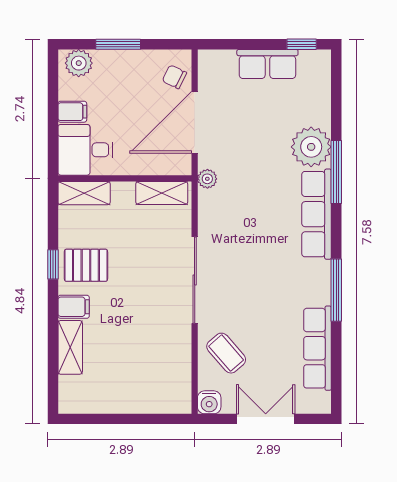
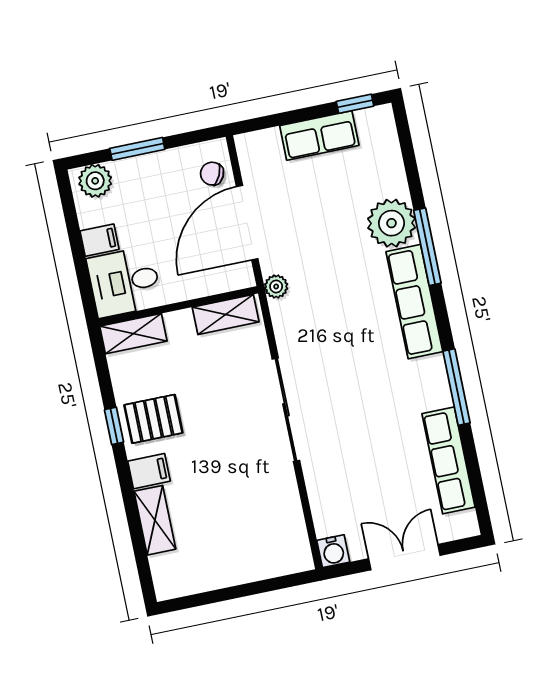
coffee table: (226, 353) -> (341, 489), removed

